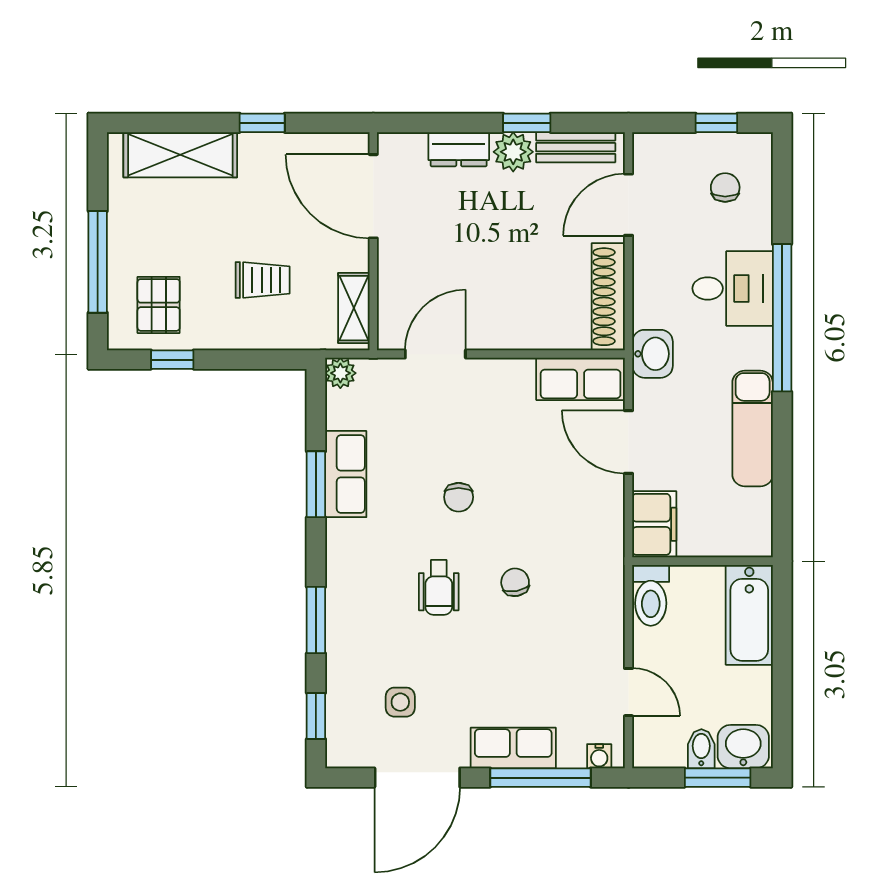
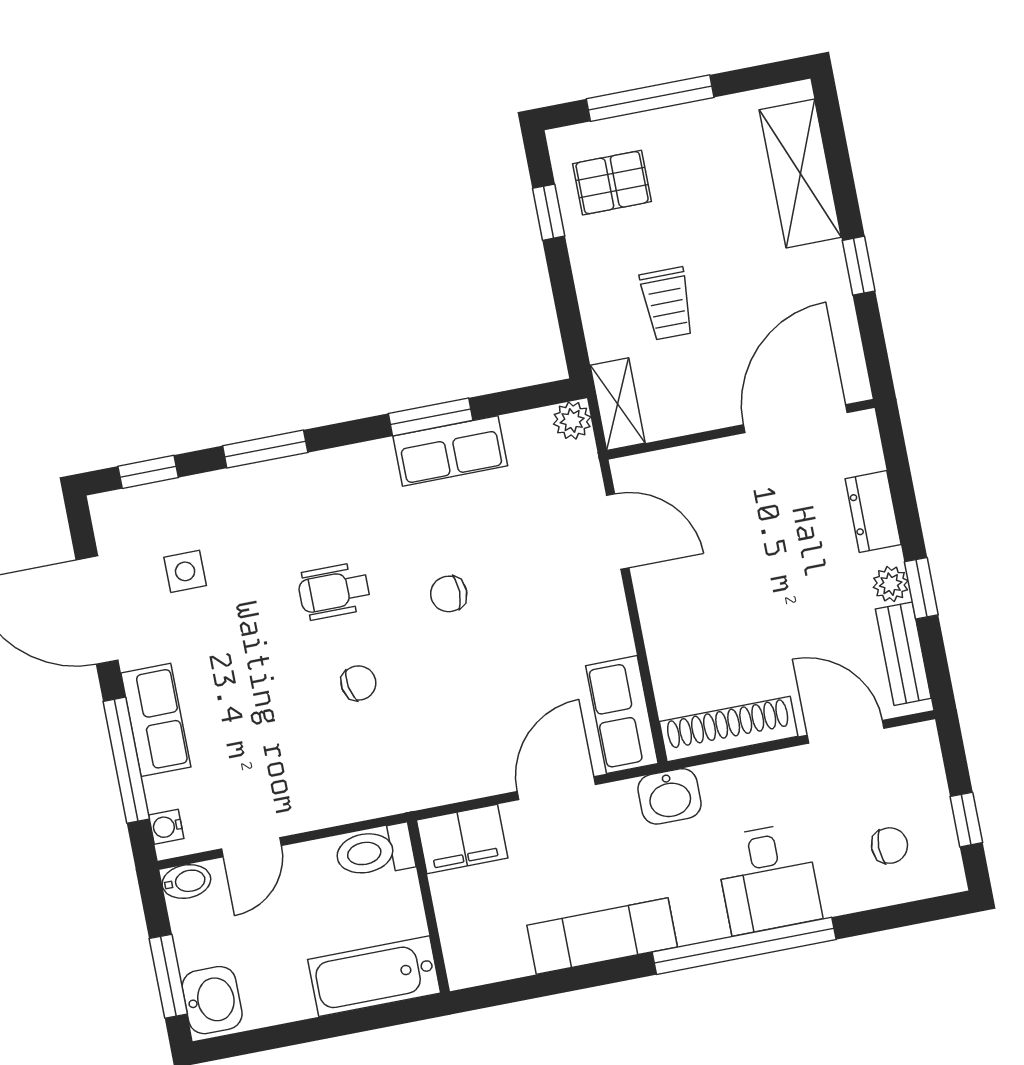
plant: (513, 152) -> (891, 584), width x0.73, depth x0.73
shelving: (354, 308) -> (618, 404), moved, turned 90
bidet: (701, 749) -> (186, 882), moved

